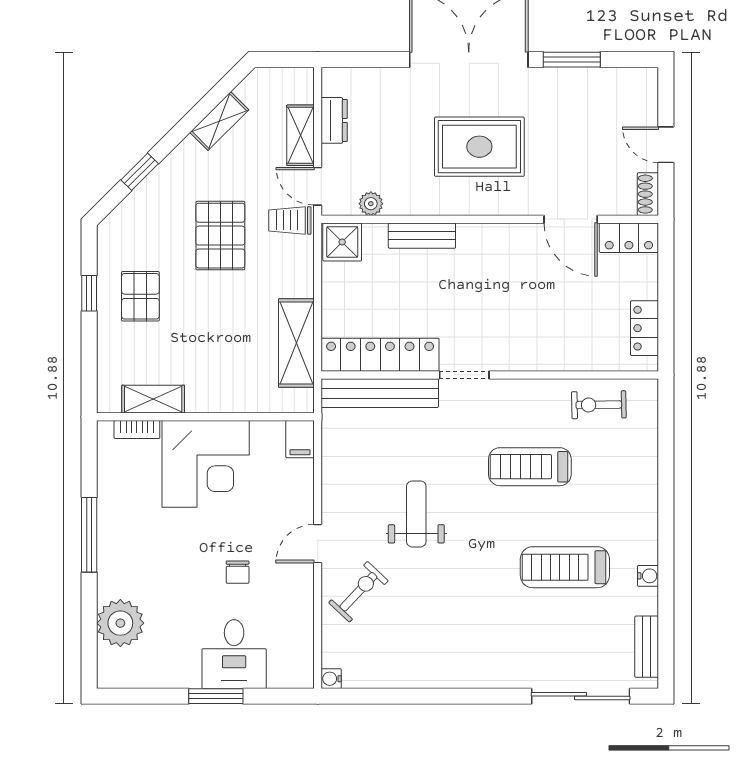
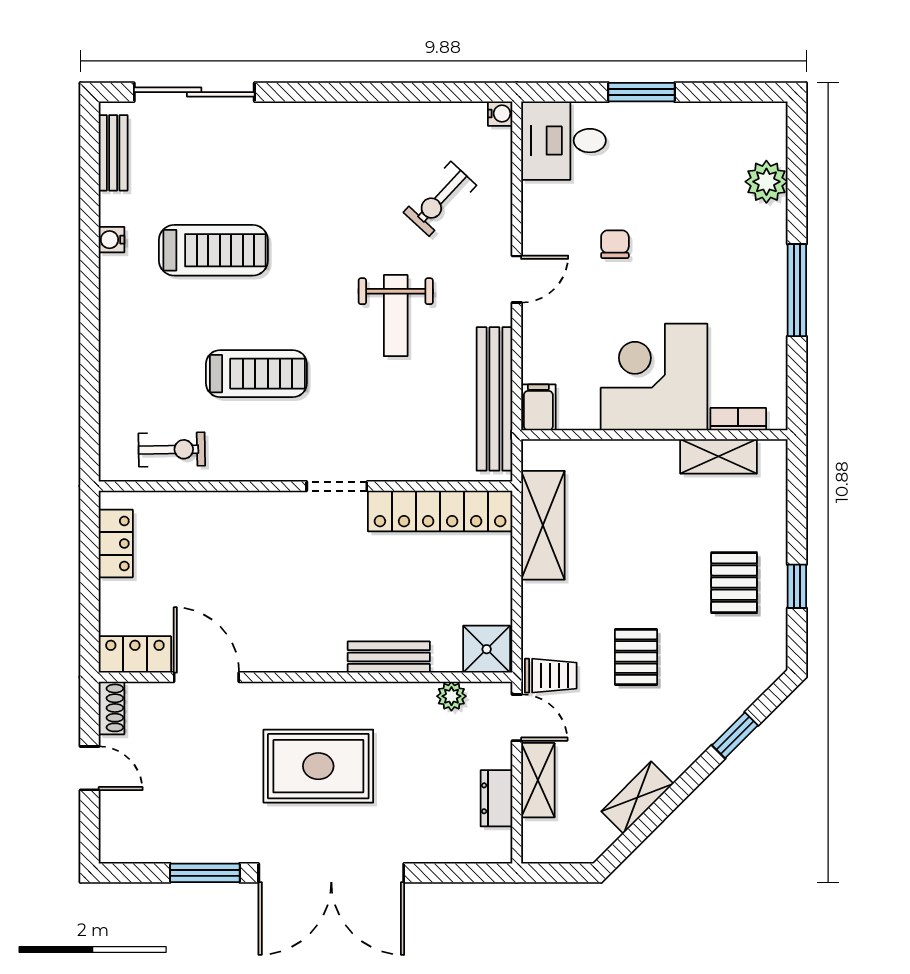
pallet: (220, 236) -> (636, 657), width x0.67, depth x0.71
bench: (380, 393) -> (494, 399), moved, turned 90
exercise bike: (358, 592) -> (440, 199), moved
plant: (120, 623) -> (766, 182), width x0.73, depth x0.73
desk: (234, 654) -> (563, 141), moved, turned -90

